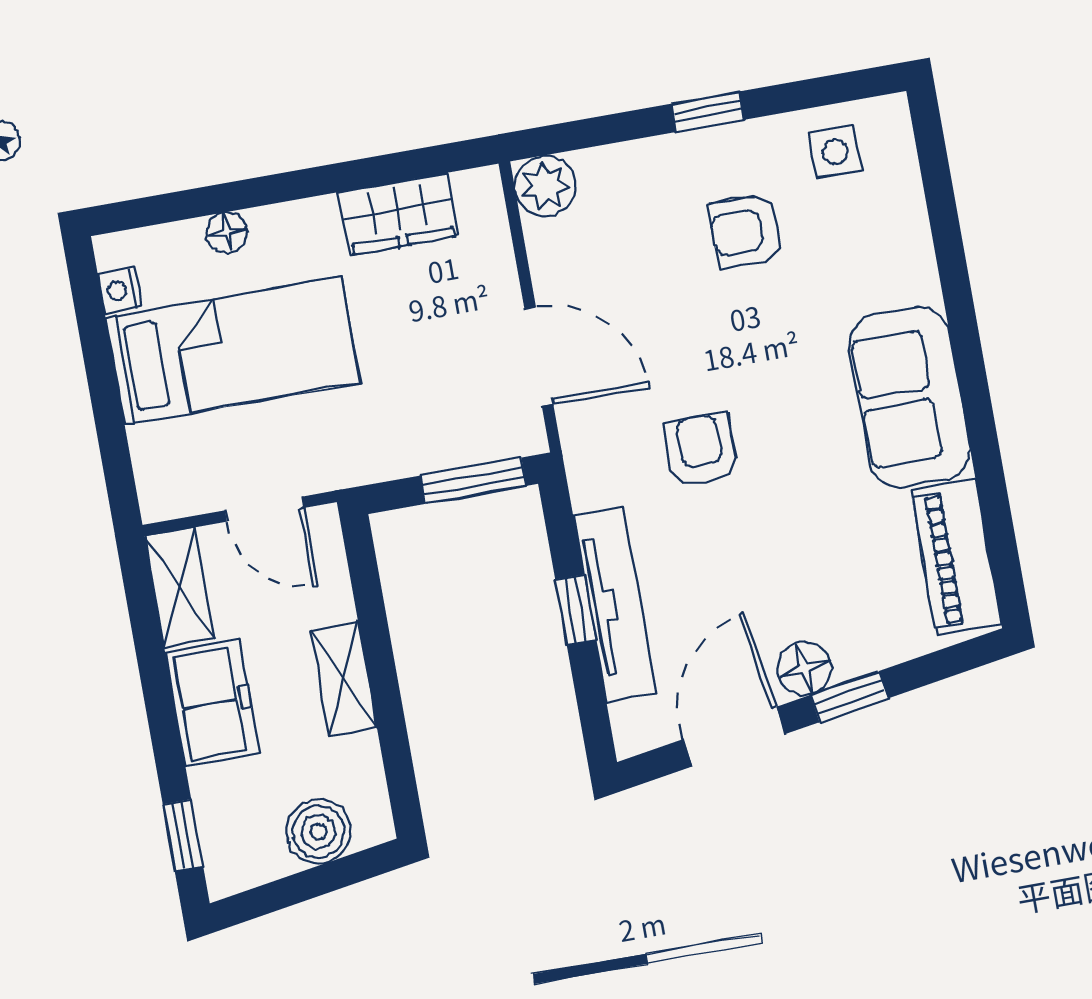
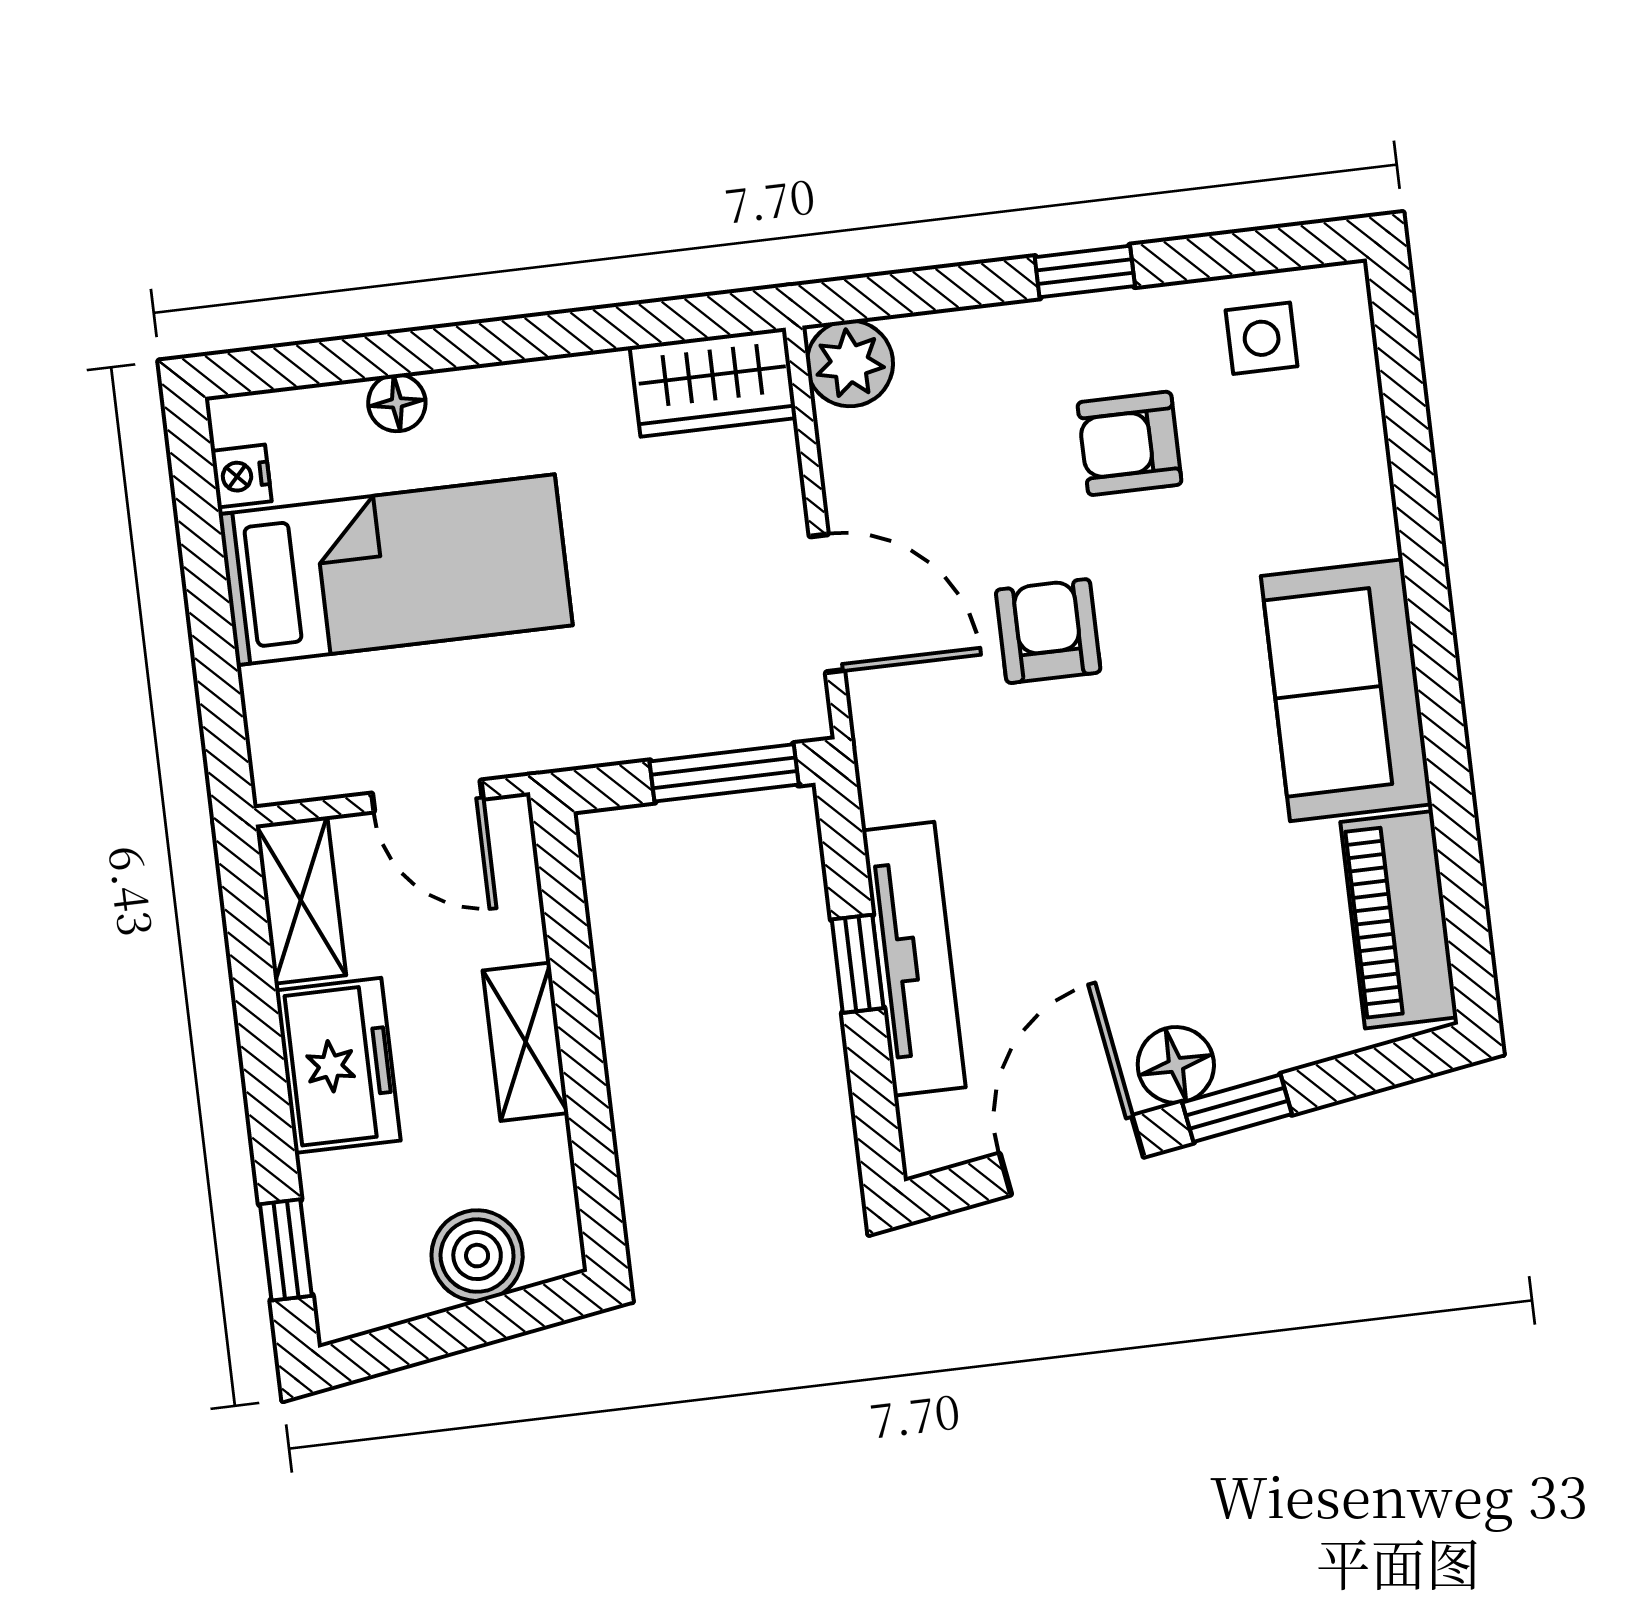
wardrobe: (399, 214) -> (713, 382), moved
armchair: (701, 450) -> (1048, 631), moved

